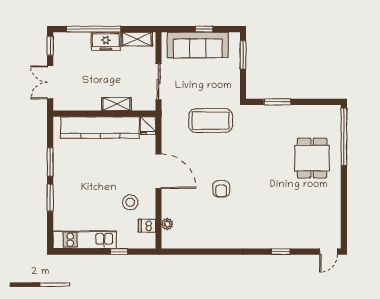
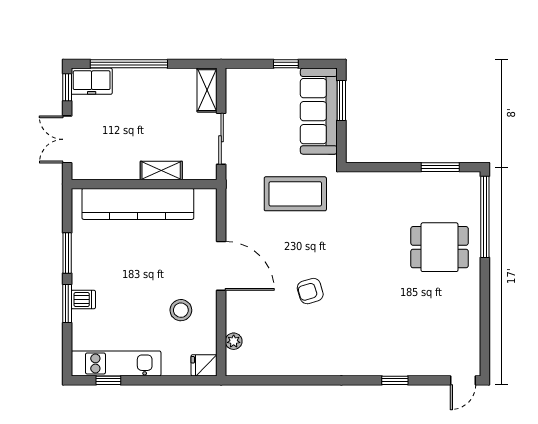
shelving: (137, 39) -> (207, 90), moved, turned 90
freezer: (106, 41) -> (92, 81), moved
sofa: (198, 45) -> (319, 111), moved, turned 90
window: (277, 102) -> (440, 167), moved
fridge: (148, 126) -> (204, 365), moved, turned 90
dining table: (312, 158) -> (440, 247), turned 90
armchair: (221, 189) -> (310, 291), turned 73
dishwasher: (147, 226) -> (83, 300), moved, turned 180
window: (119, 252) -> (108, 380), moved

